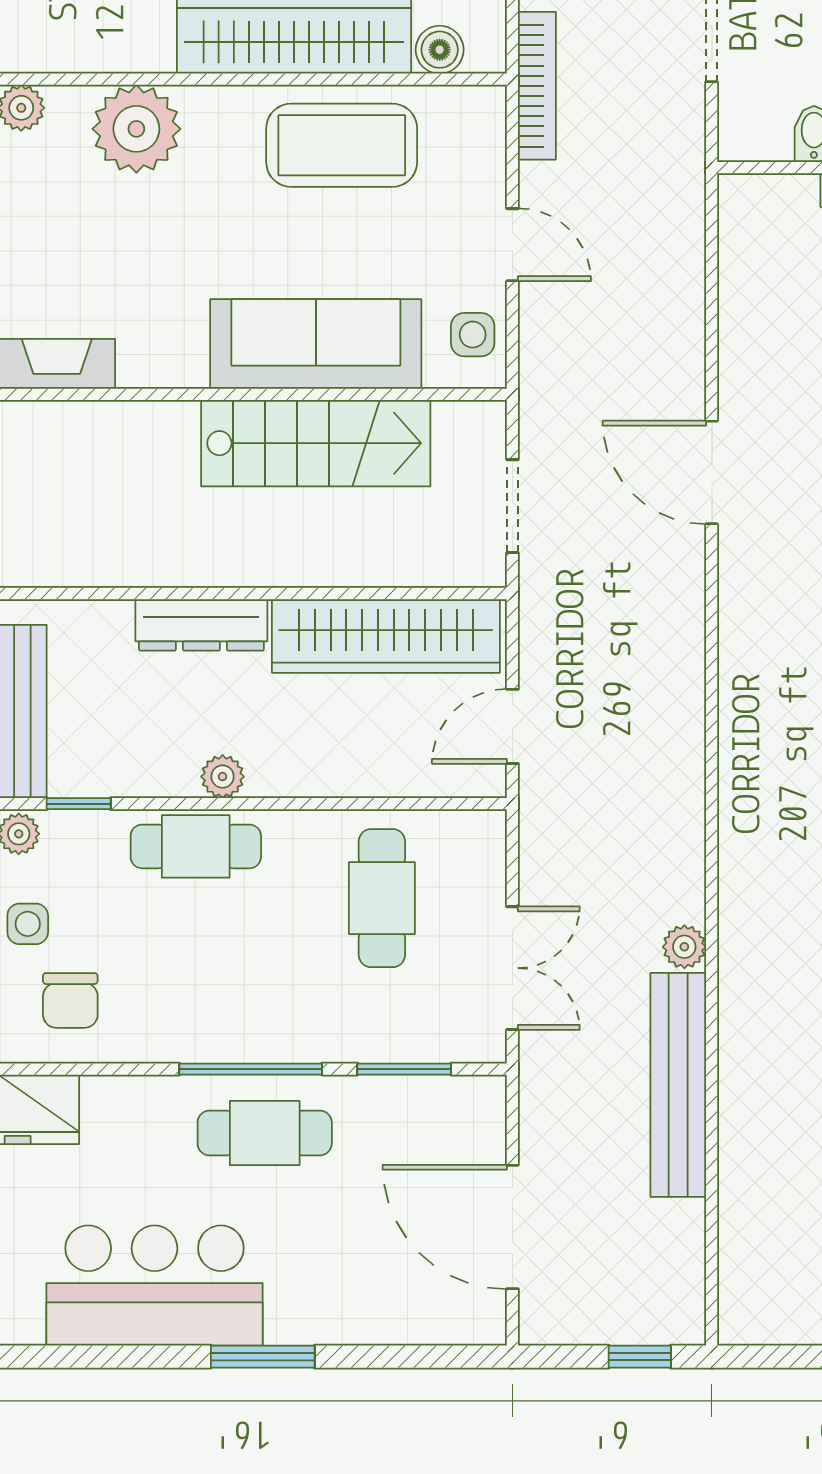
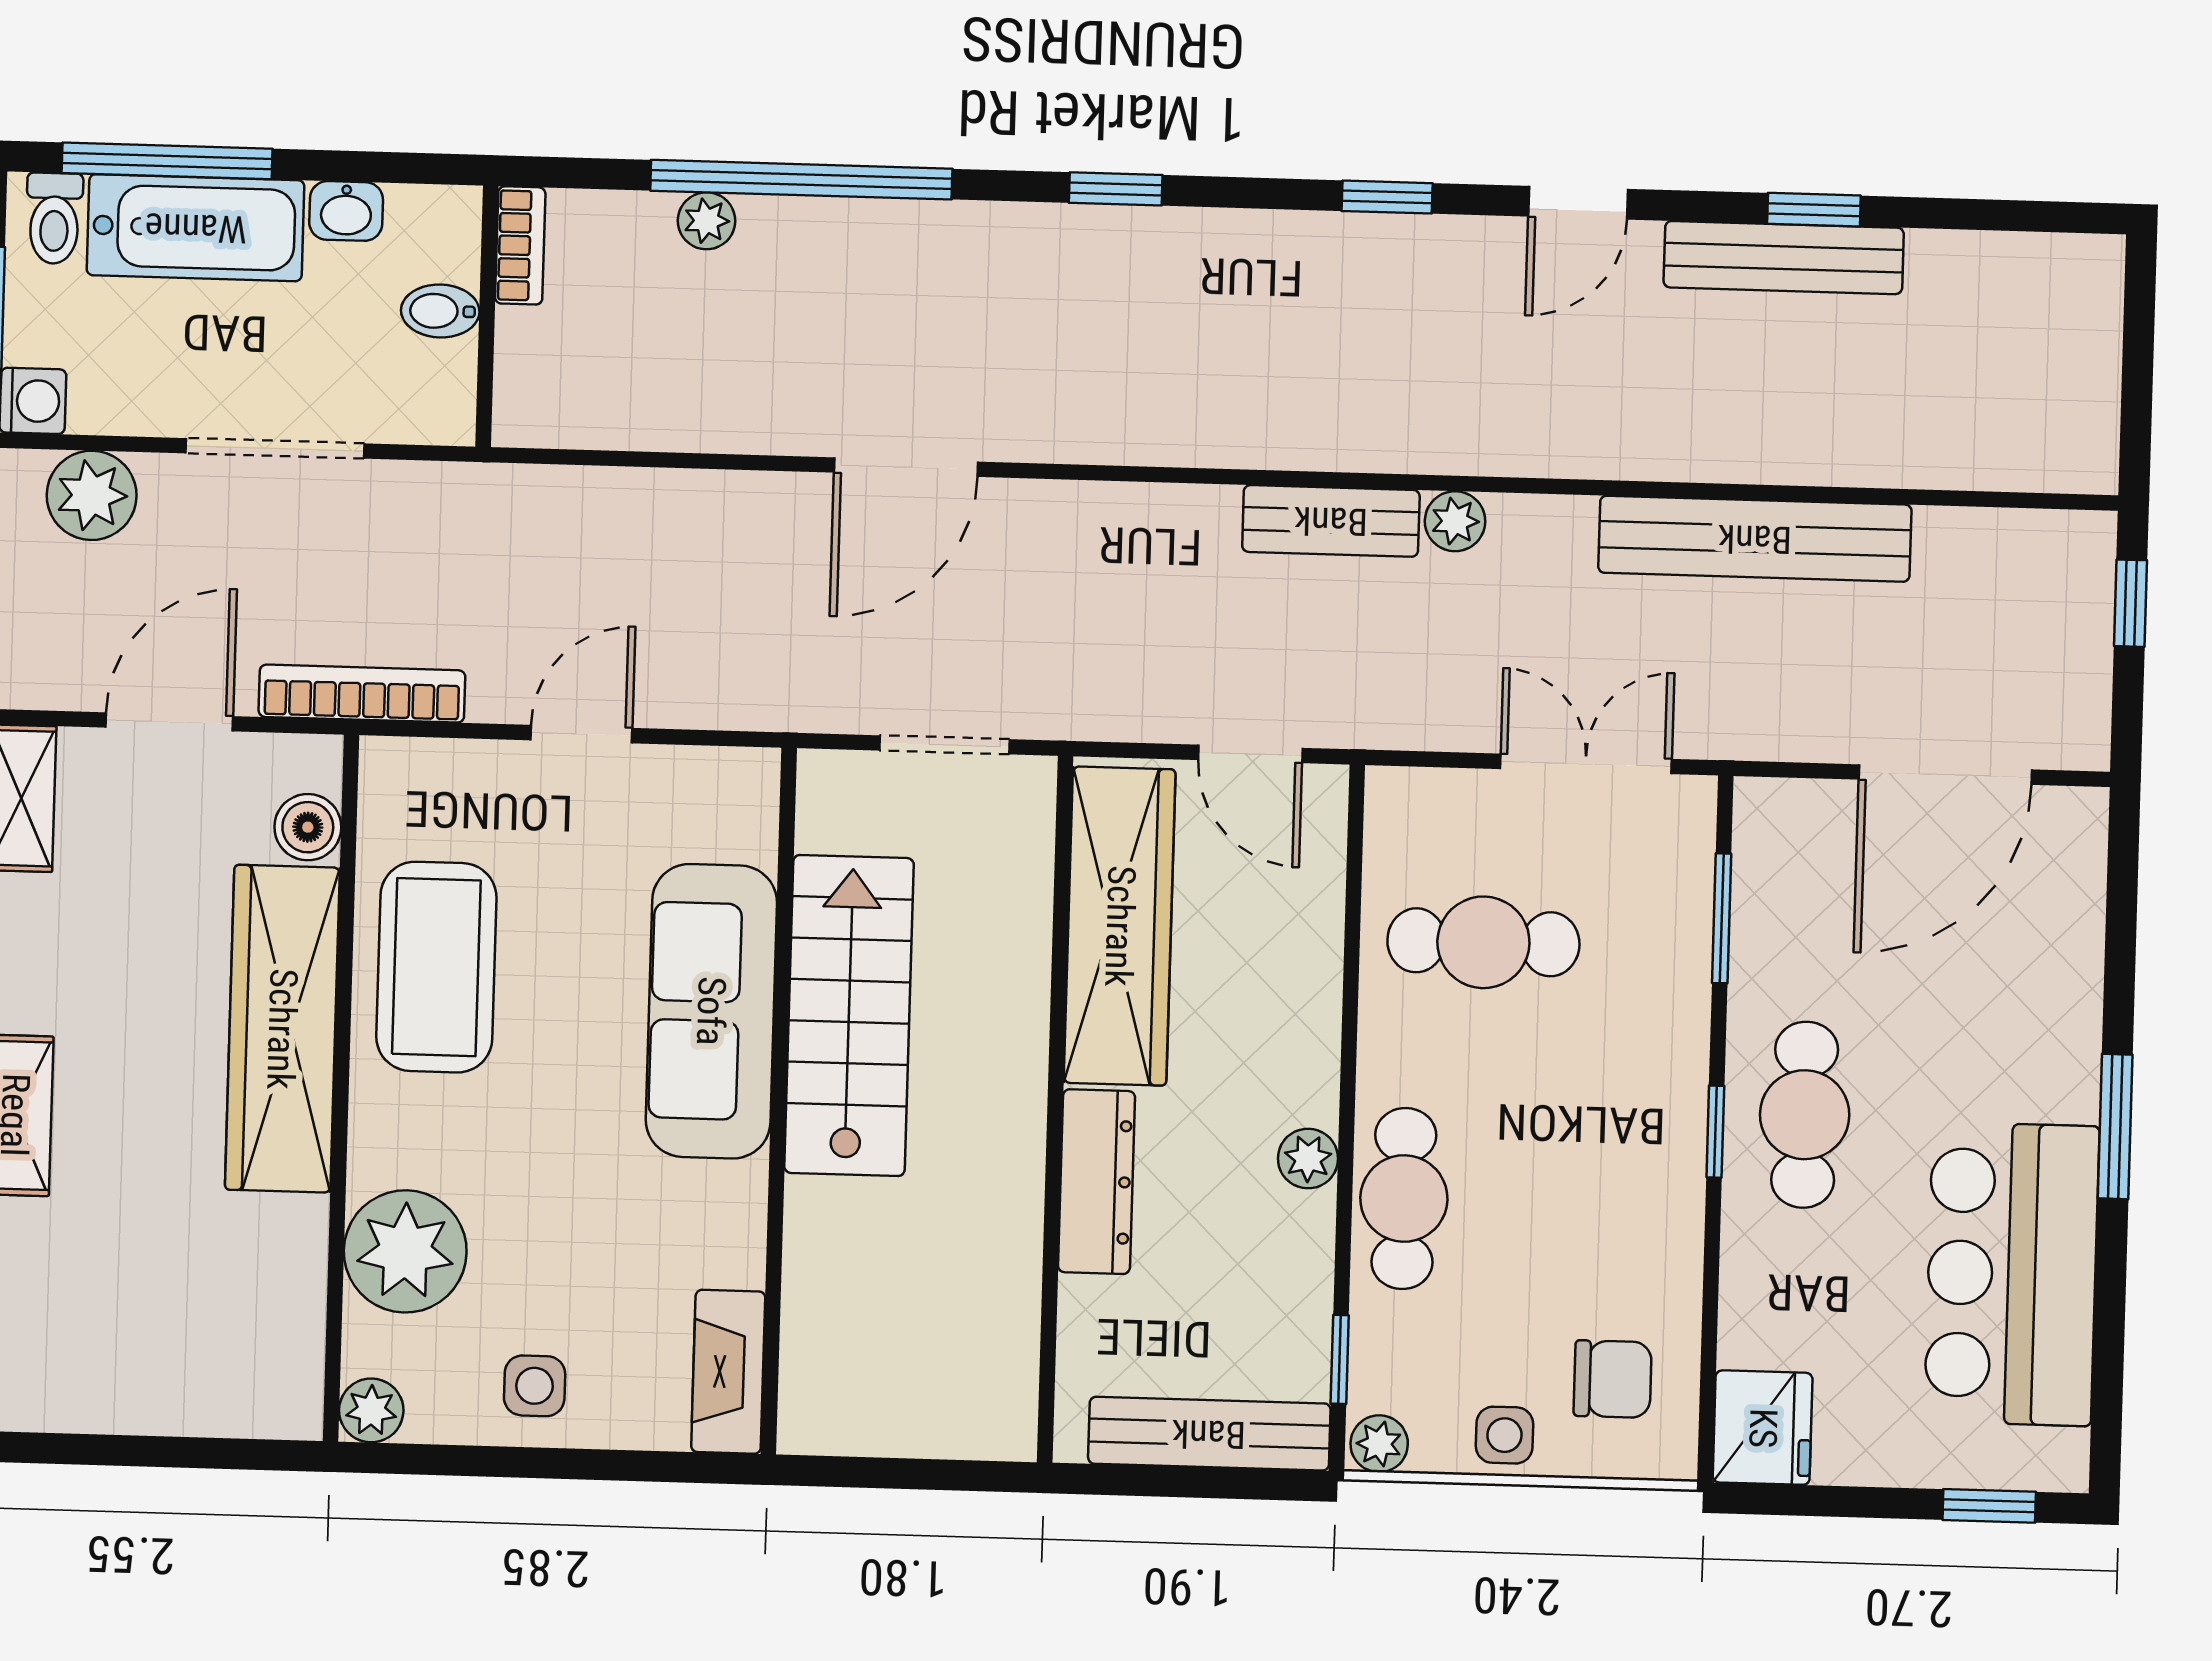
side table: (473, 335) -> (535, 1386), moved
bench: (682, 779) -> (1331, 521), added
plant: (684, 947) -> (1455, 521), moved
window: (251, 1069) -> (1715, 1132), width x0.46

